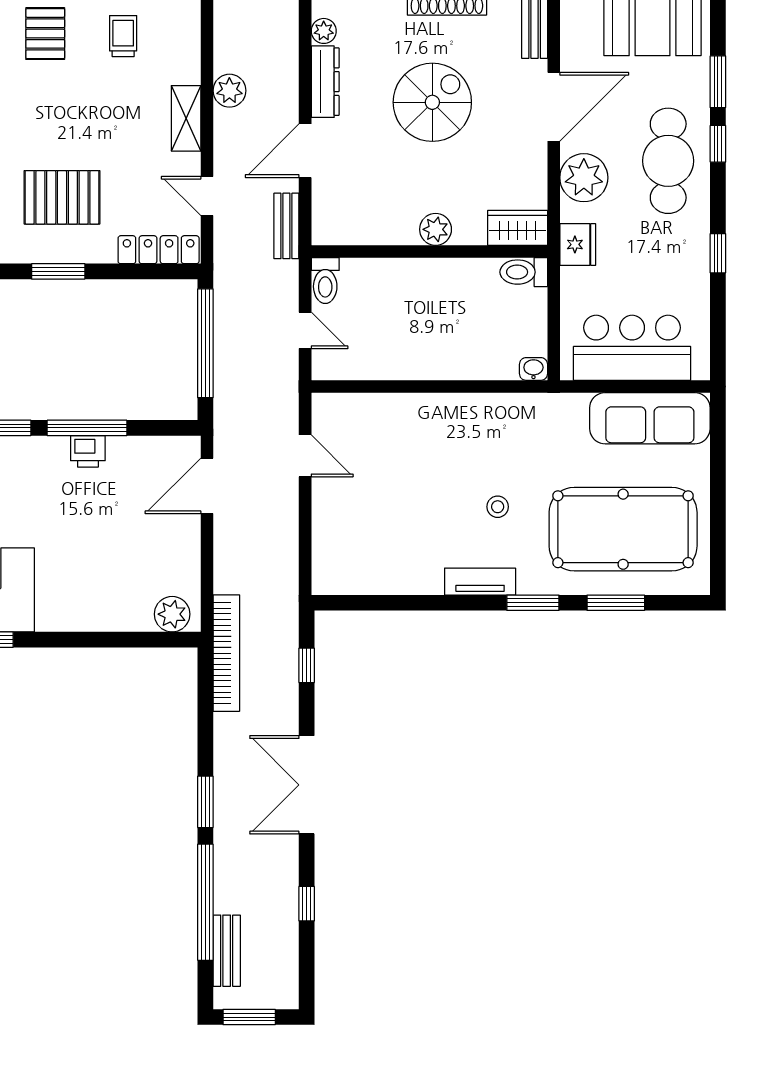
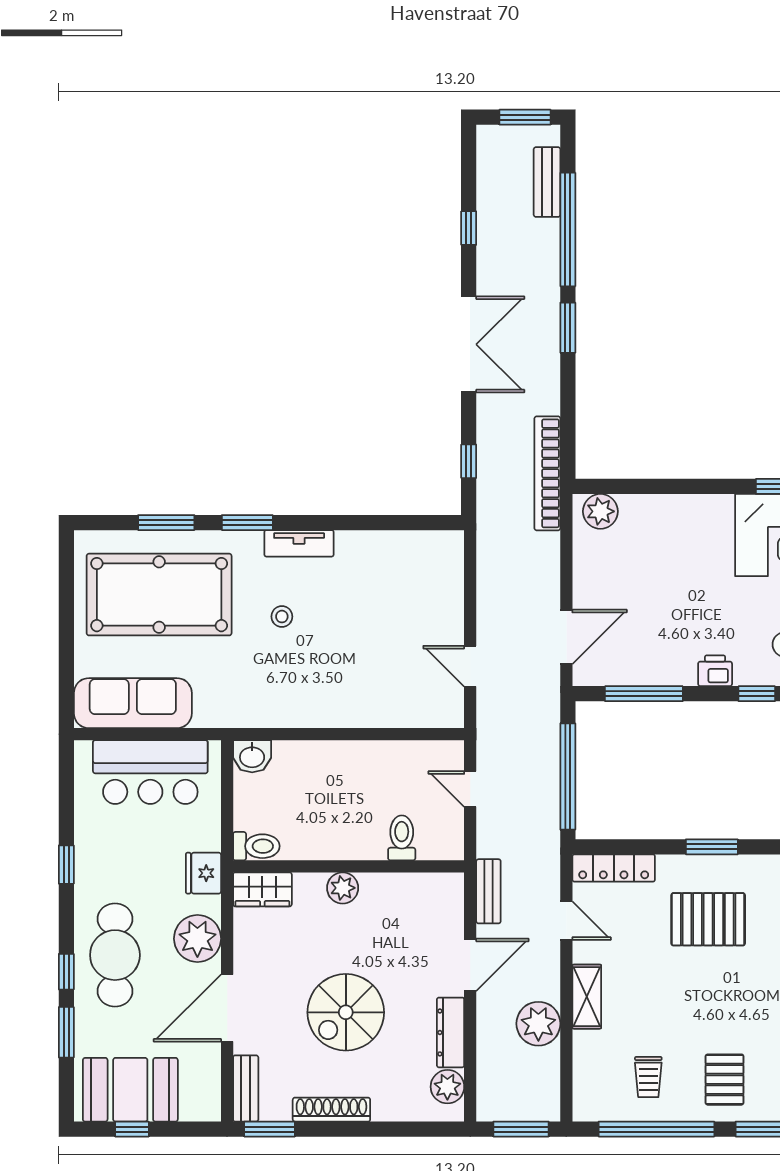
plant: (324, 31) -> (447, 1087), width x1.38, depth x1.38
plant: (229, 91) -> (538, 1024), width x1.36, depth x1.36
toilet: (325, 281) -> (402, 838), moved
washbasin: (533, 369) -> (252, 756), width x1.38, depth x1.45
window: (87, 428) -> (644, 694), moved
printer: (88, 451) -> (715, 671), moved

